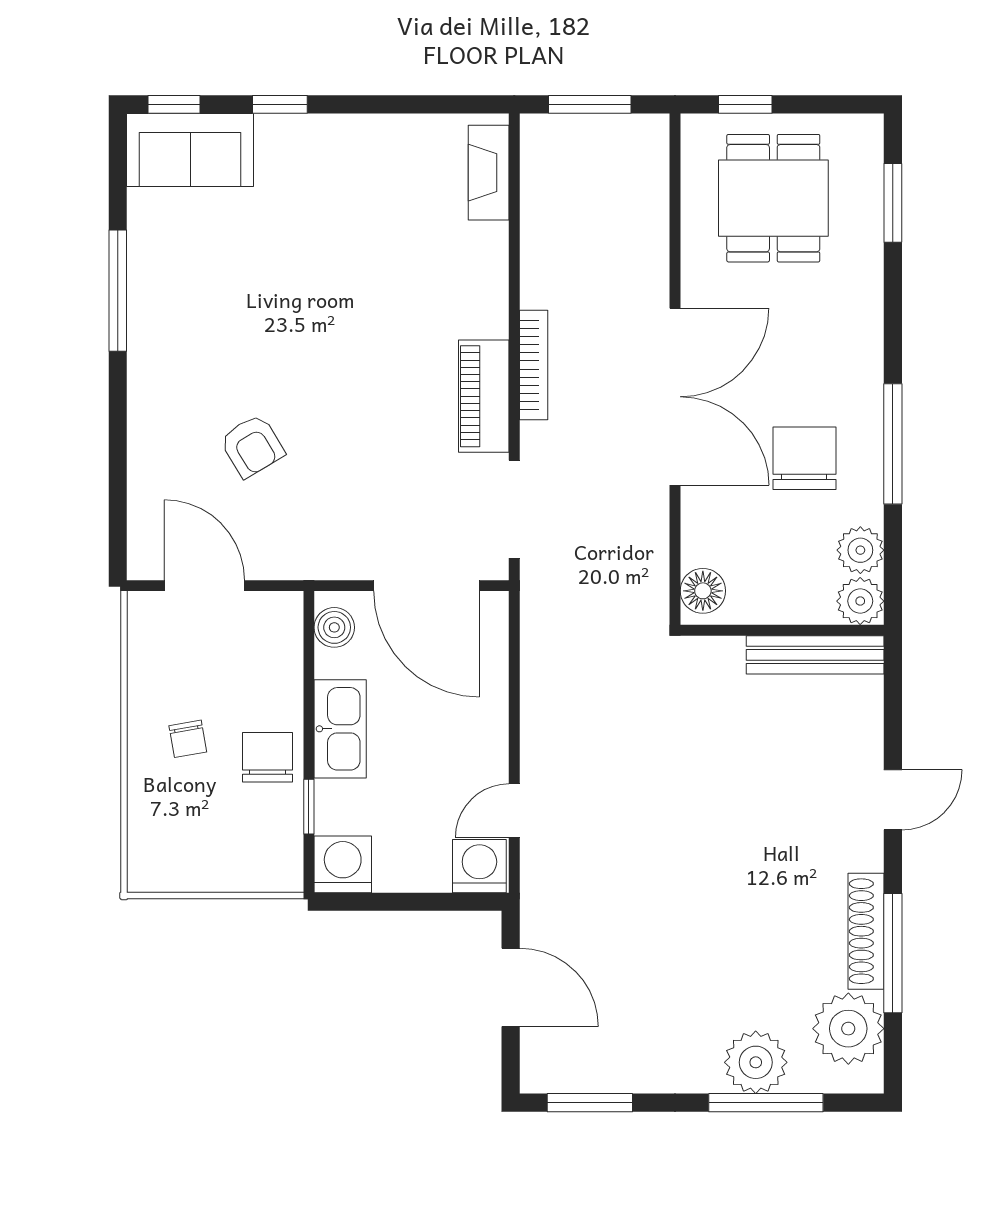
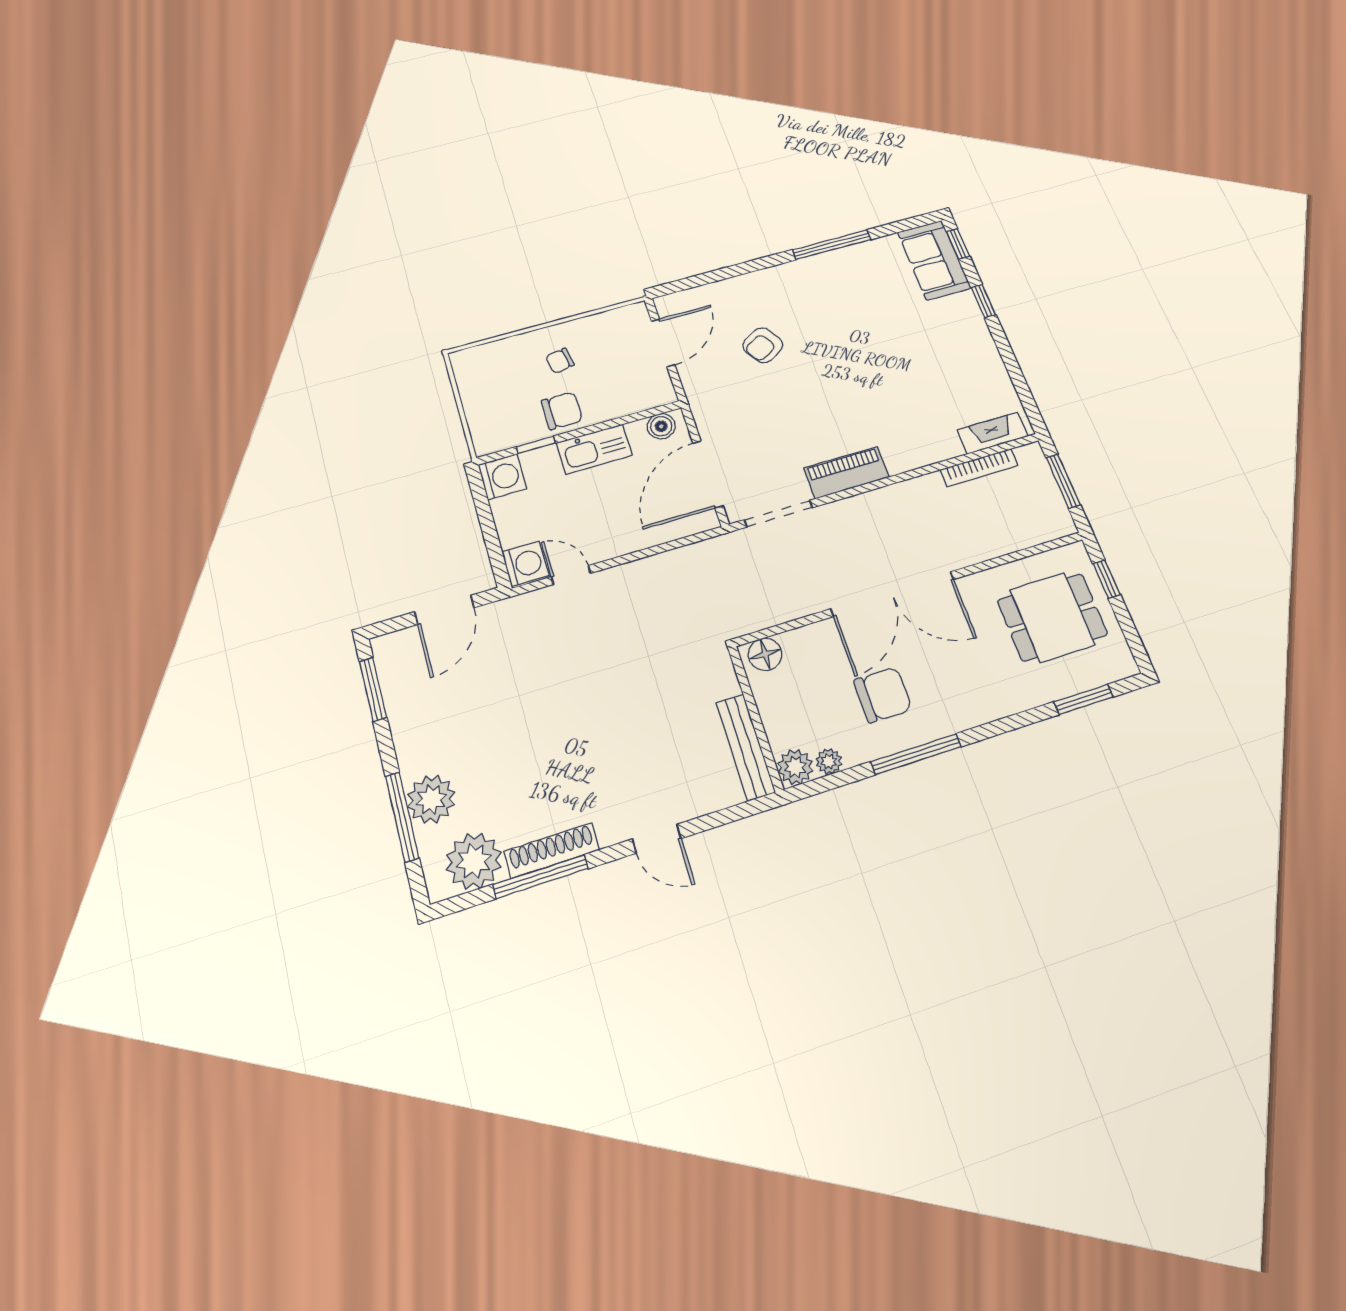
bookcase: (534, 365) -> (979, 468), moved
plant: (860, 550) -> (829, 761), width x0.73, depth x0.73

